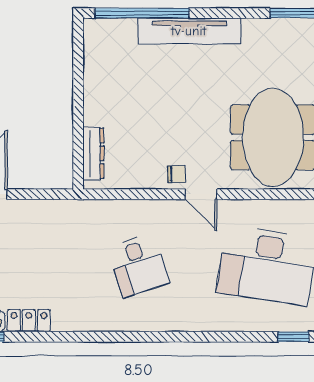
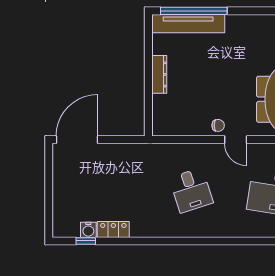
tv unit: (189, 31) -> (188, 24), moved
dresser: (93, 153) -> (159, 74), moved

